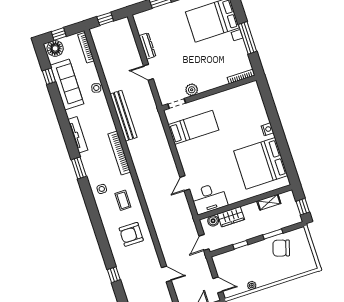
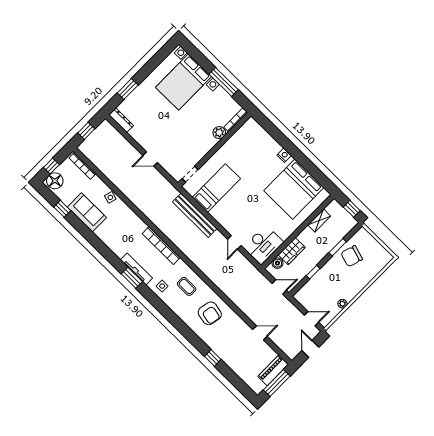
dresser: (147, 46) -> (121, 120), moved
sofa: (67, 85) -> (87, 212), width x0.73
plant: (192, 90) -> (219, 133), moved
bench: (123, 116) -> (195, 215), moved
tv unit: (78, 135) -> (136, 269), moved
armchair: (131, 234) -> (210, 313), turned -79
door: (204, 242) -> (279, 287), swing flipped

